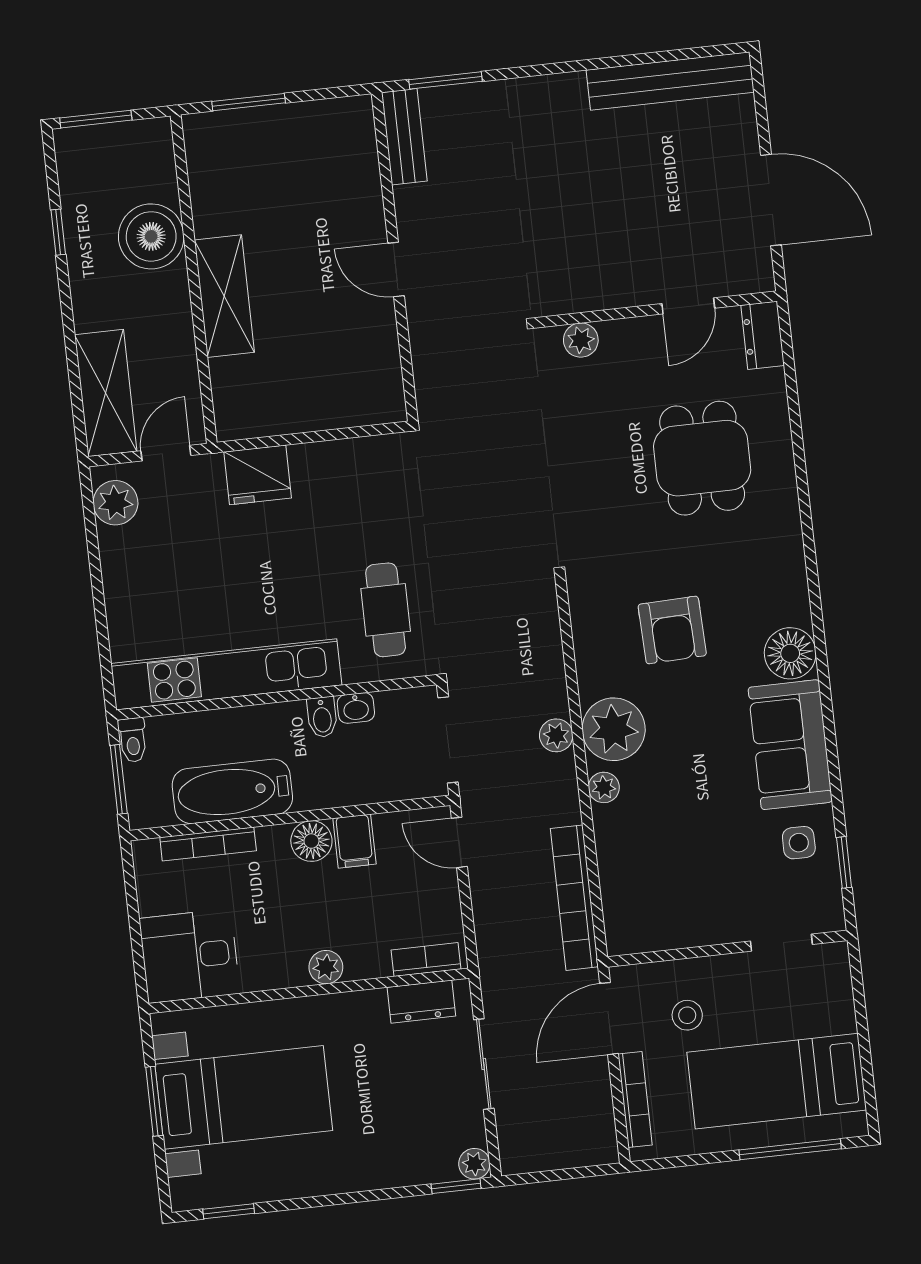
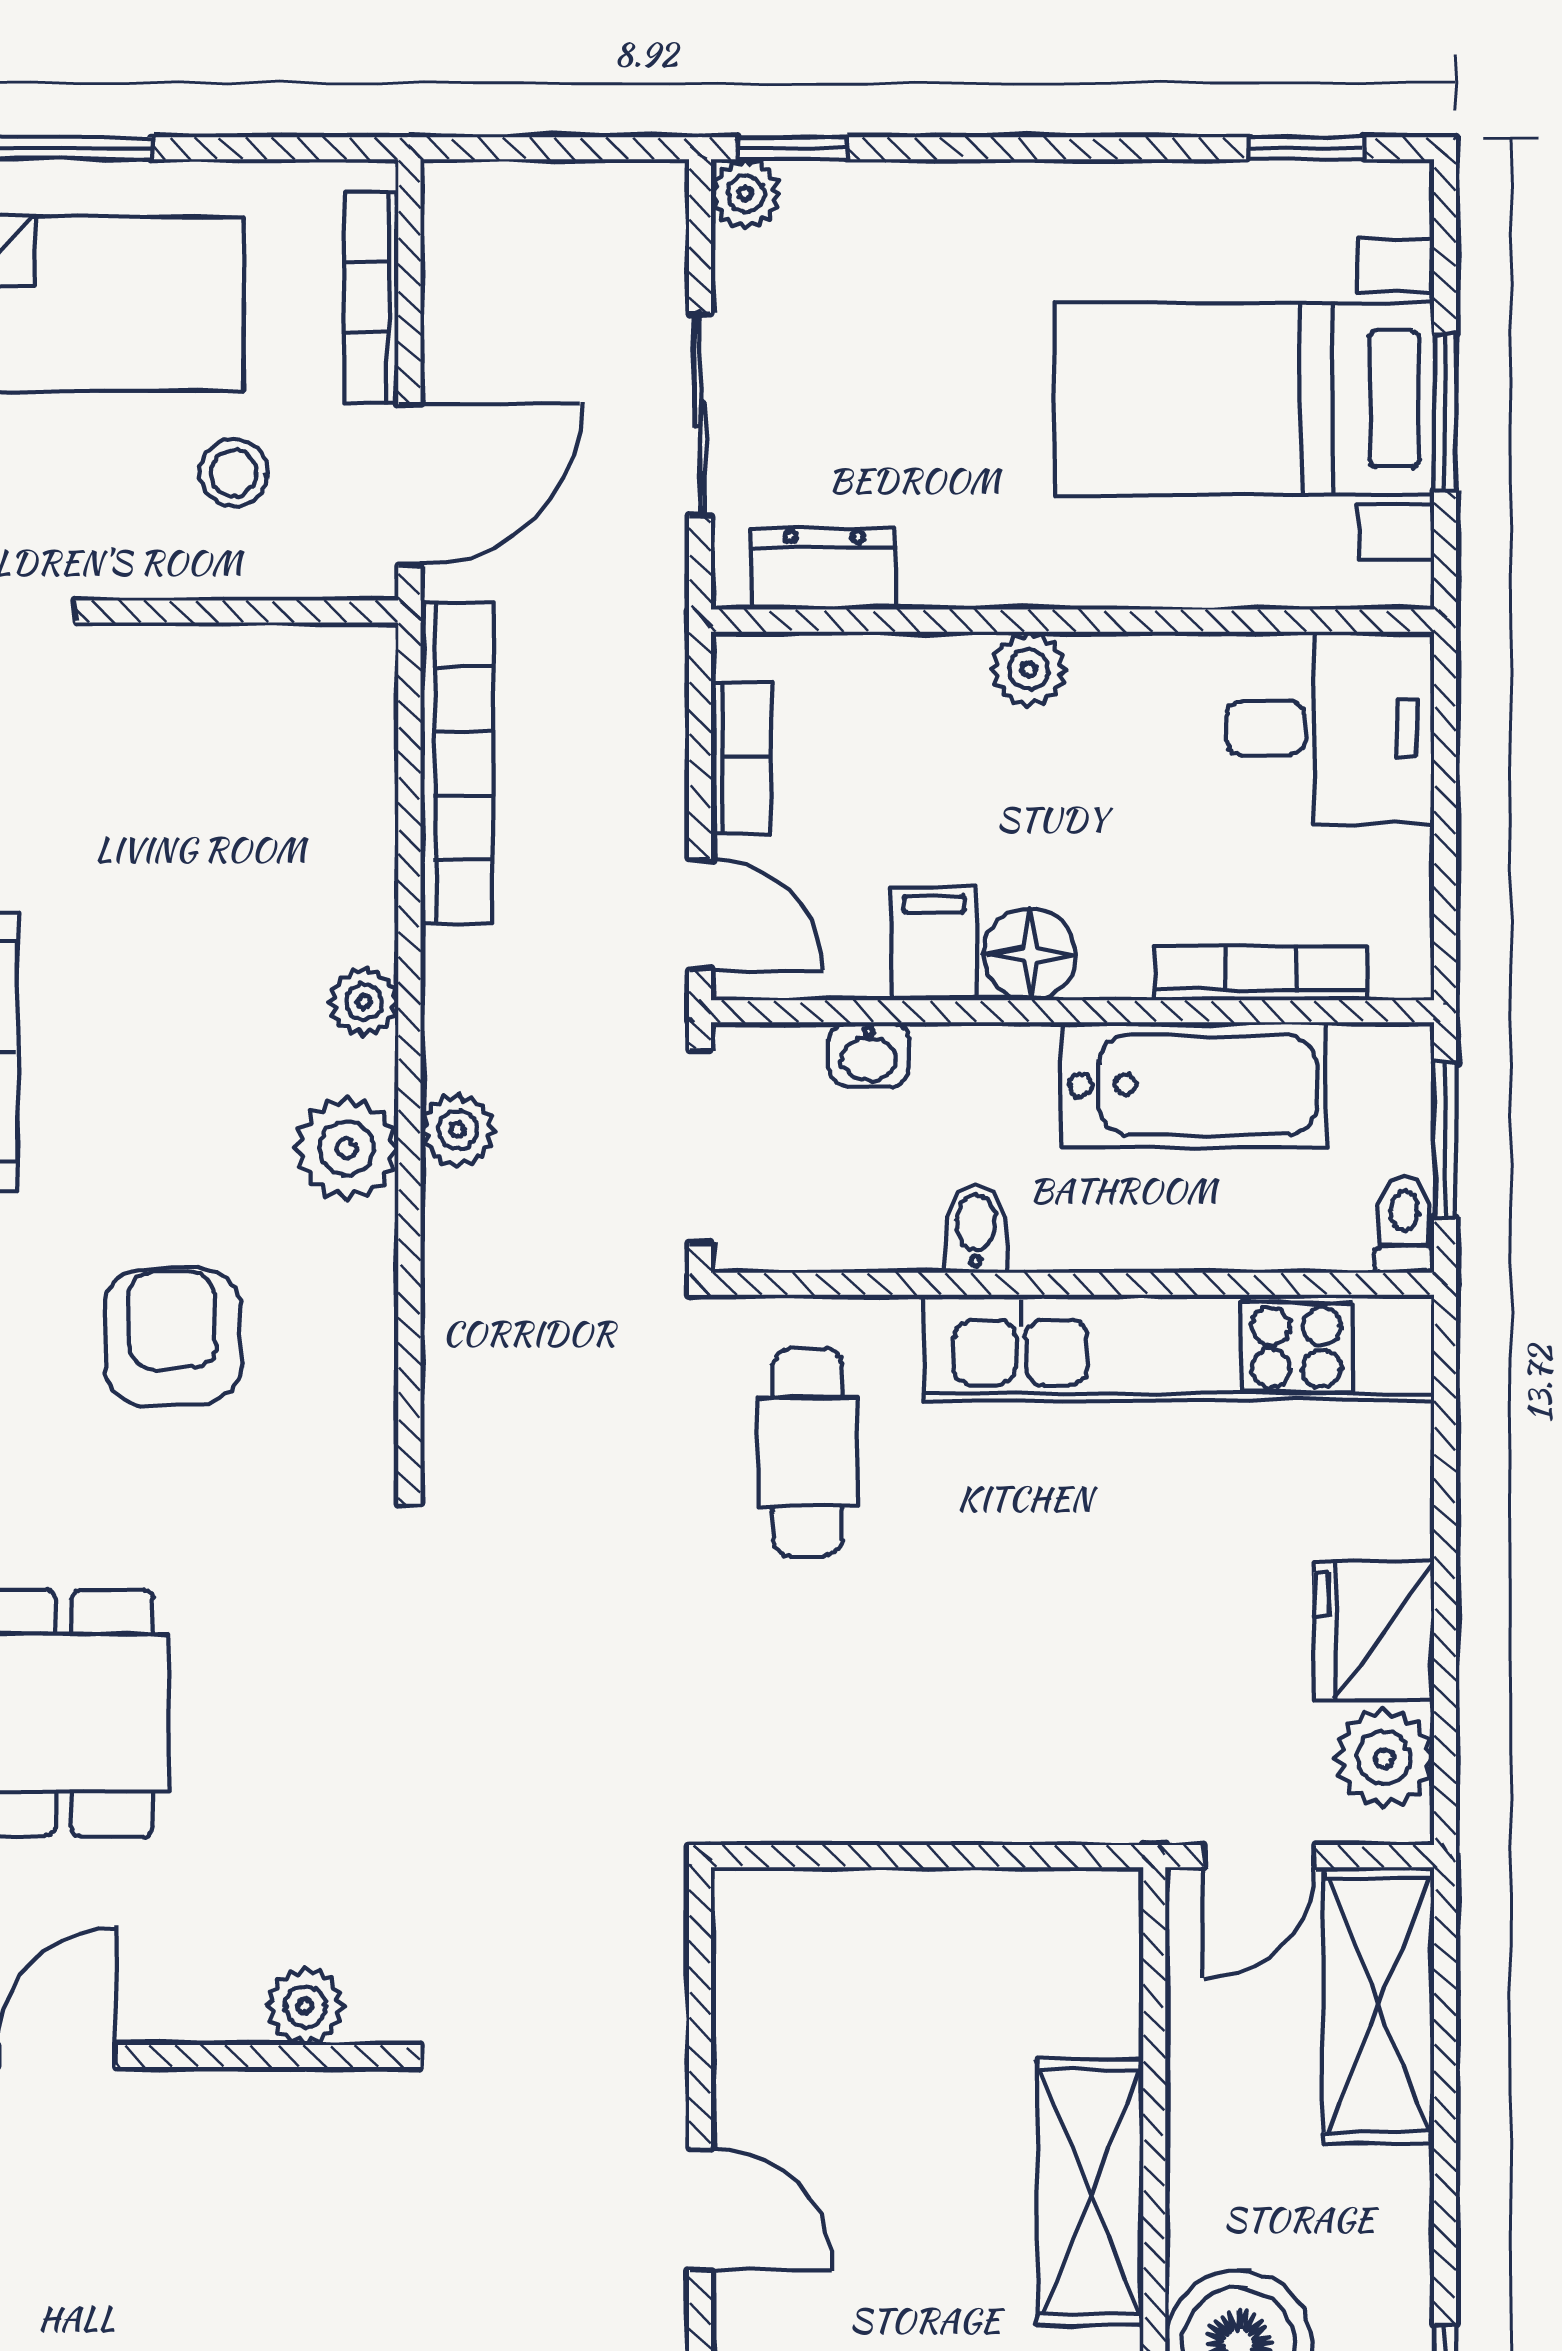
fridge: (258, 475) -> (1374, 1631), moved, turned -90
washbasin: (356, 708) -> (869, 1055), moved, turned 180
plant: (614, 729) -> (347, 1148), width x0.73, depth x0.73
bookcase: (426, 959) -> (741, 758), moved, turned -90

